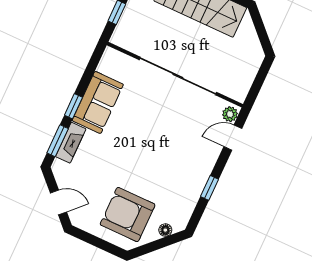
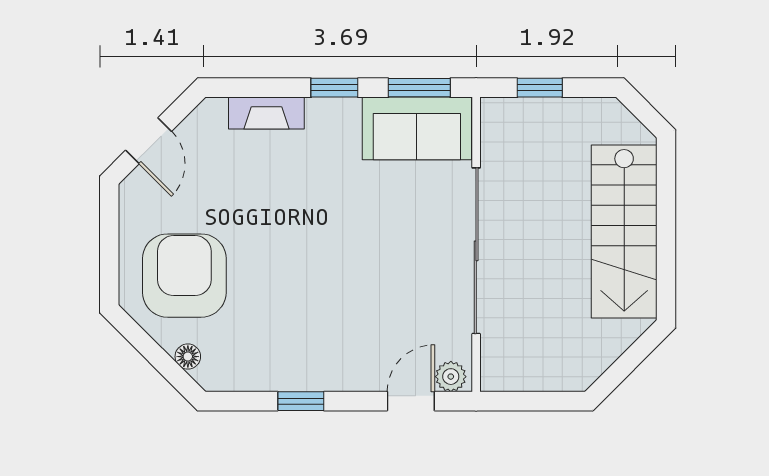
sofa: (98, 102) -> (417, 128), moved
door: (233, 138) -> (411, 401), hinge flipped
window: (58, 141) -> (419, 88), moved

